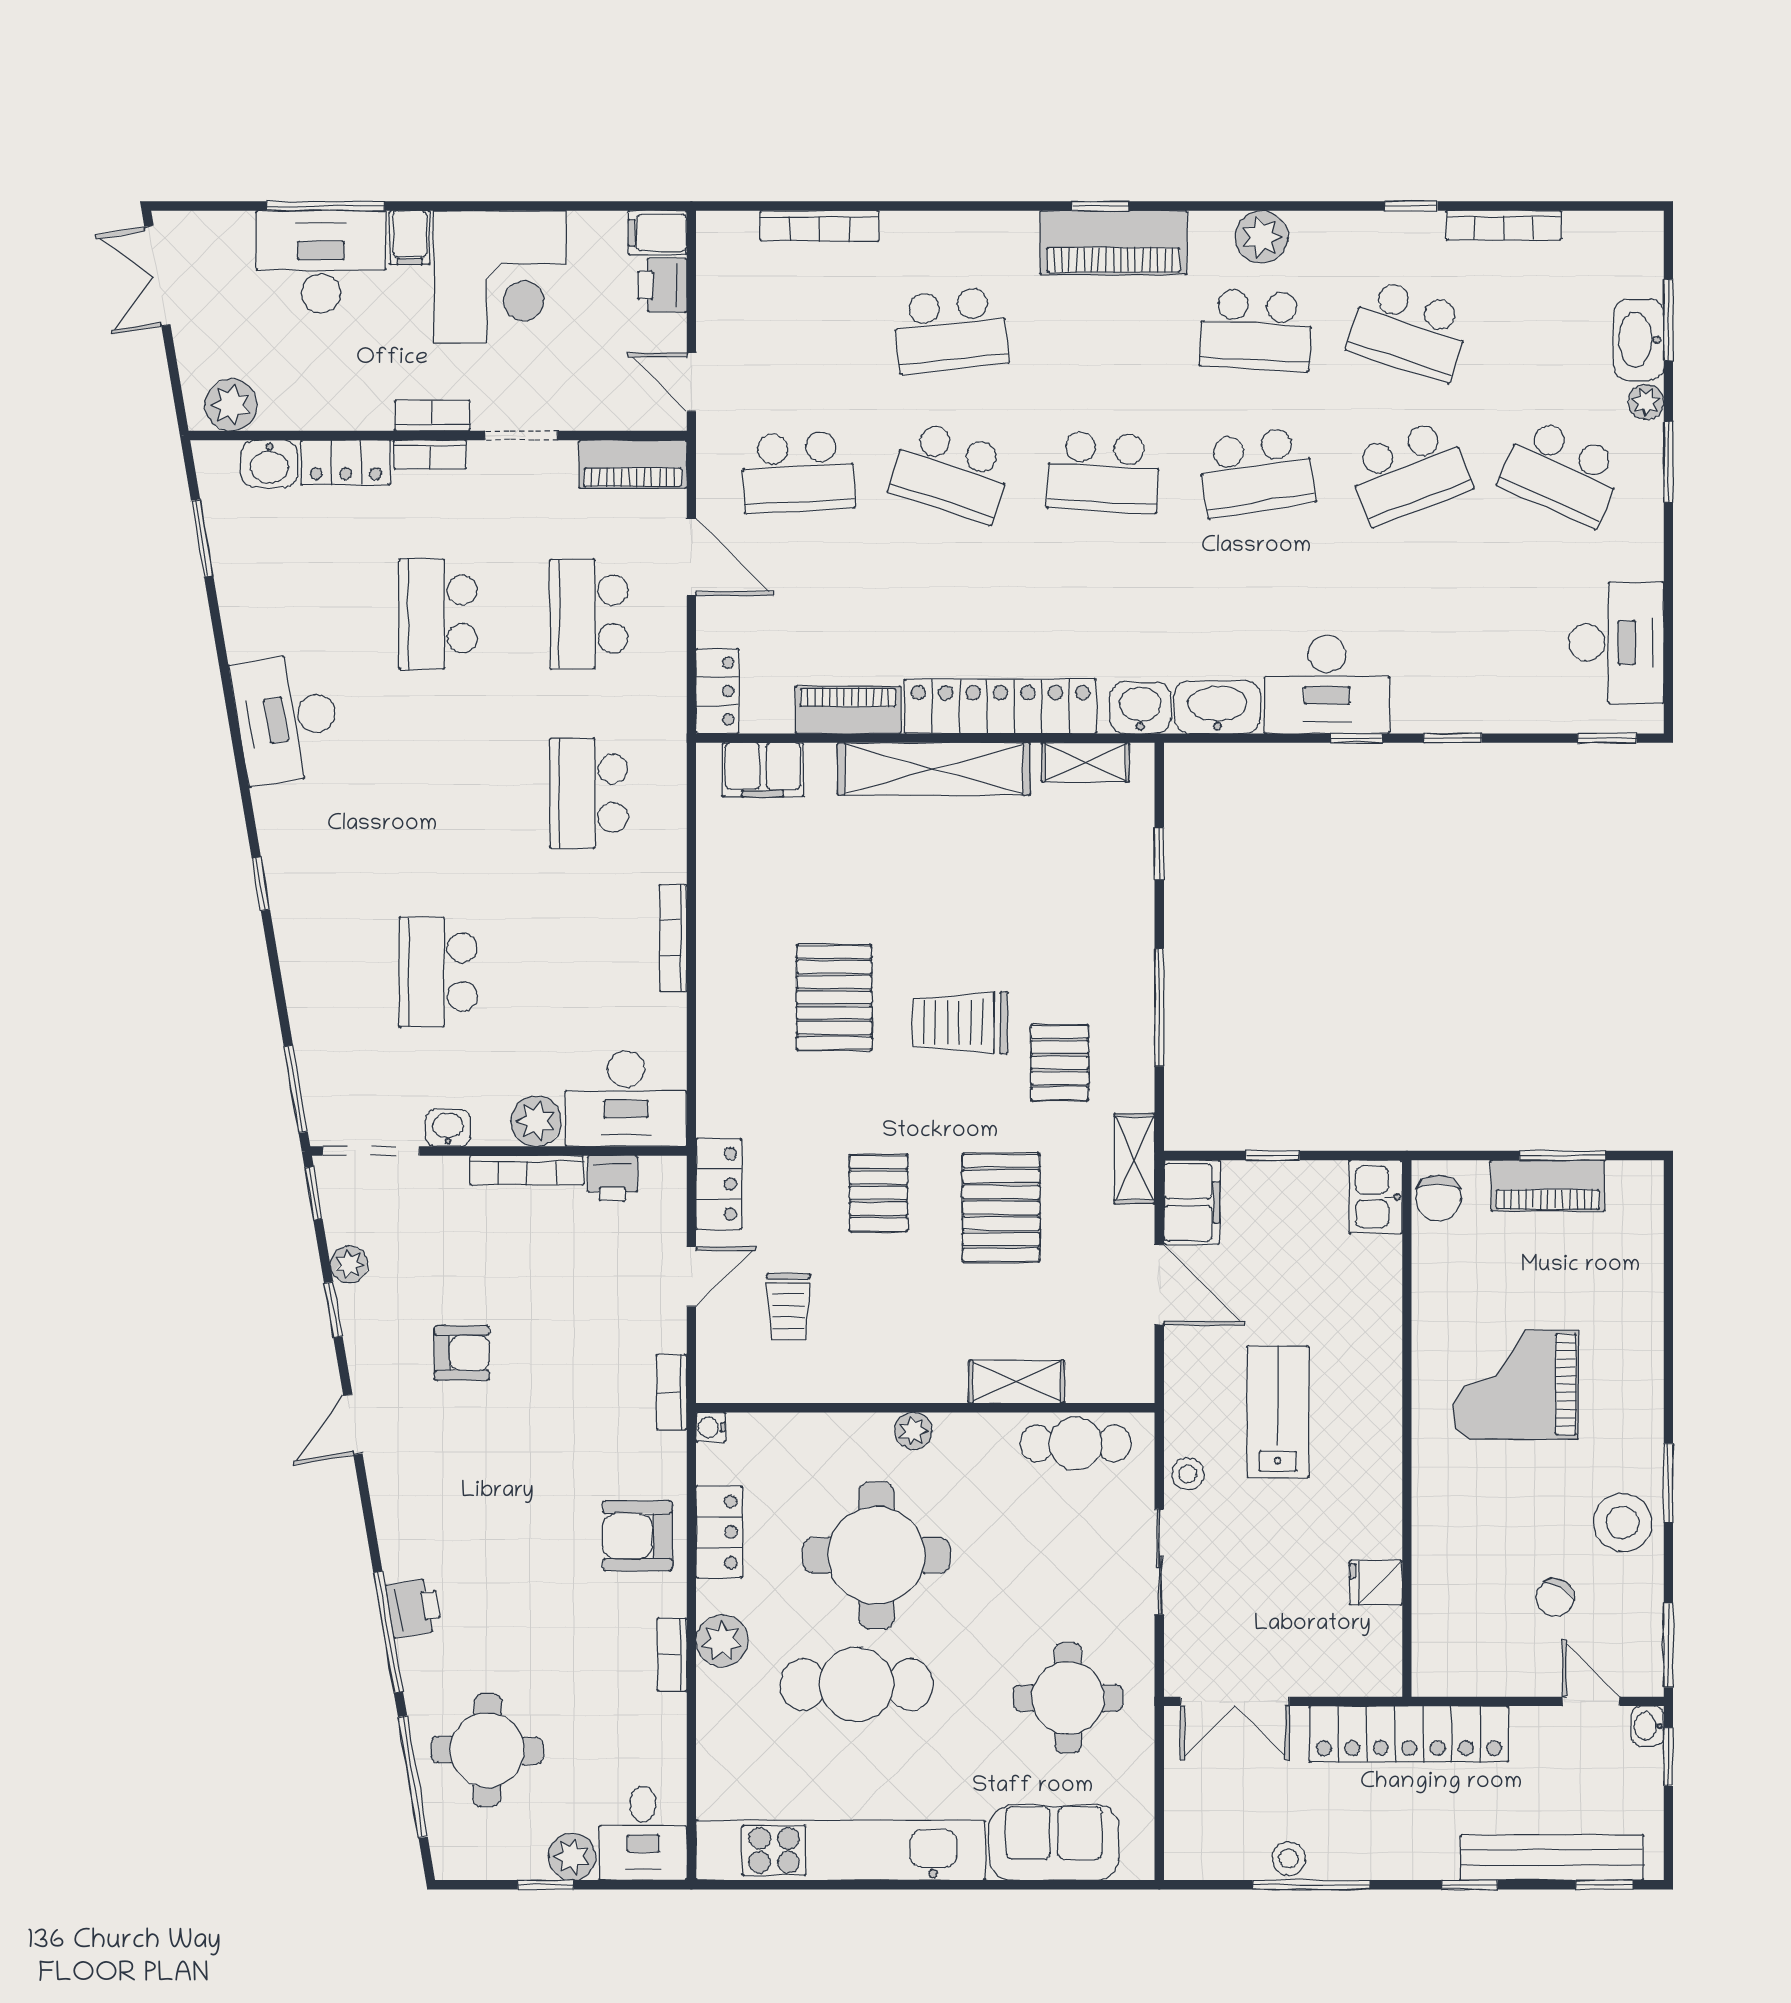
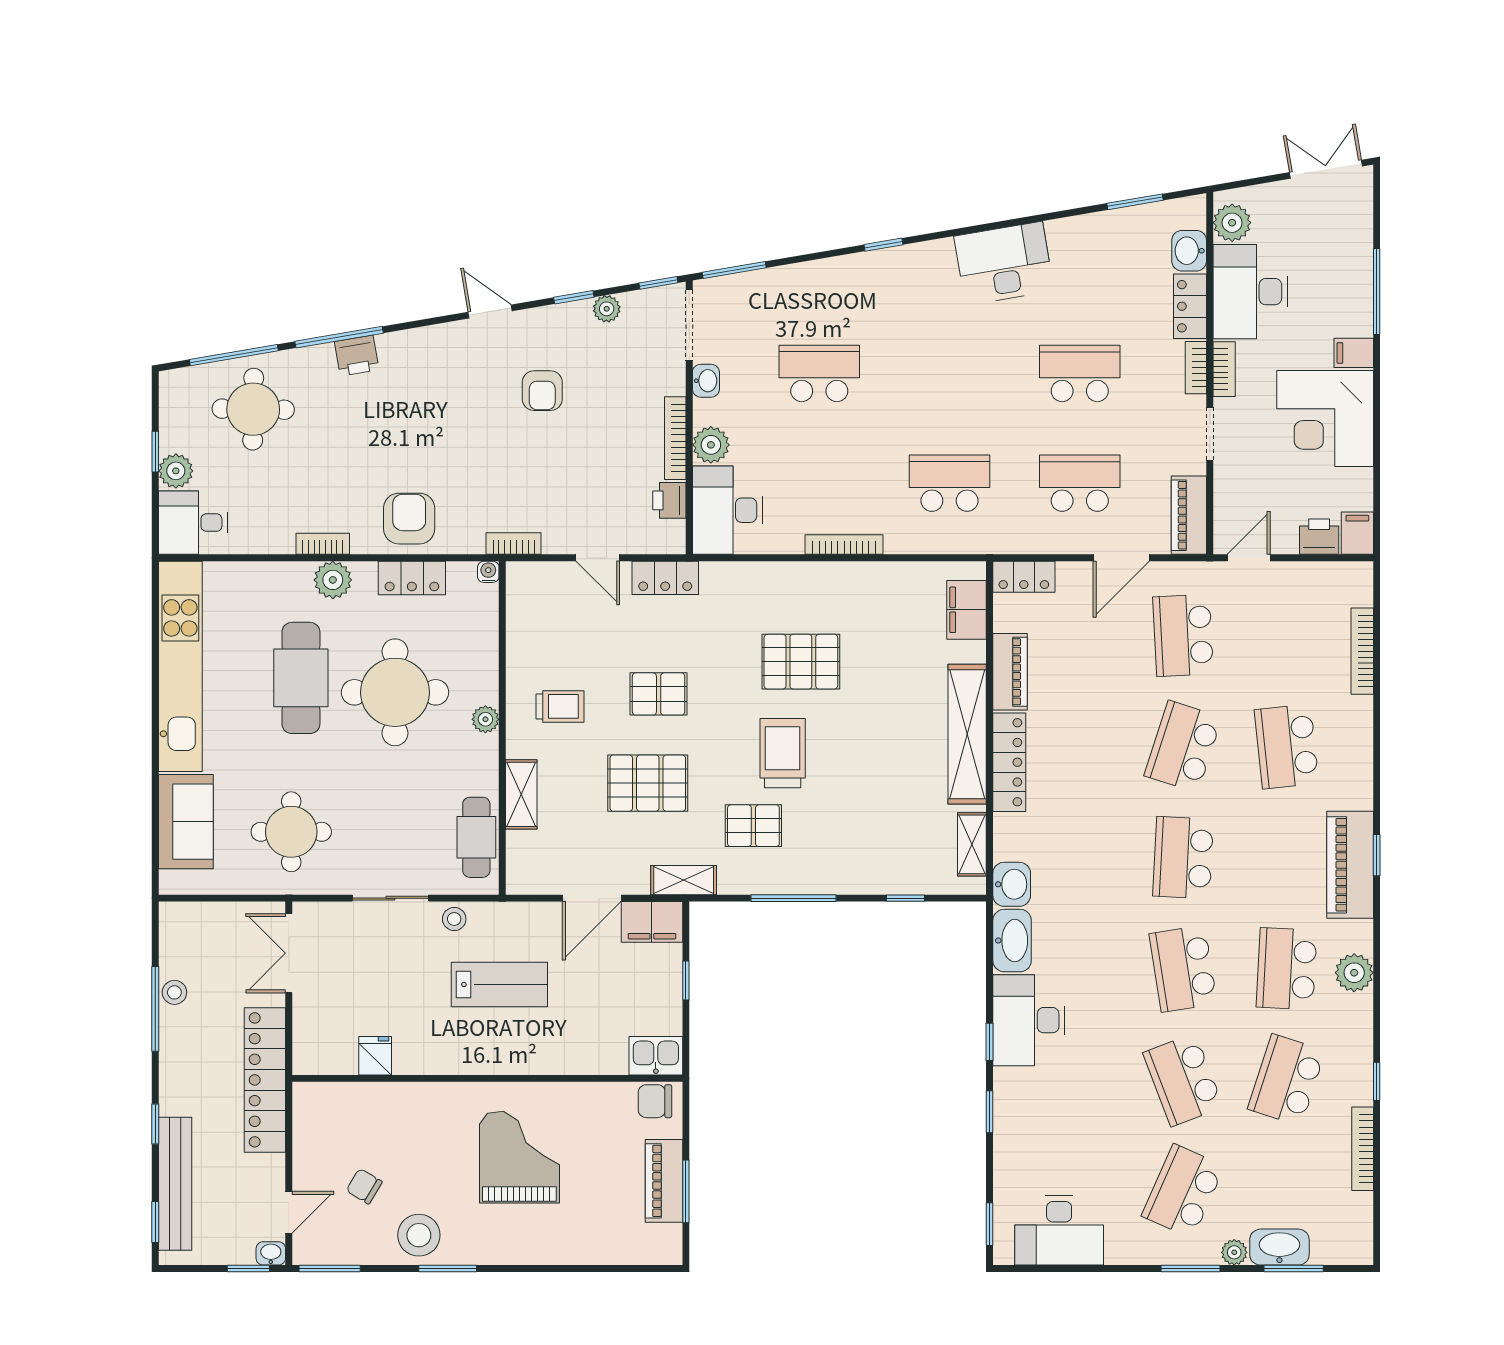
desk: (321, 262) -> (1250, 292), moved, turned 180
locker: (1001, 706) -> (1009, 762), width x0.71, depth x0.83
trolley: (788, 1307) -> (560, 706), moved, turned 180

